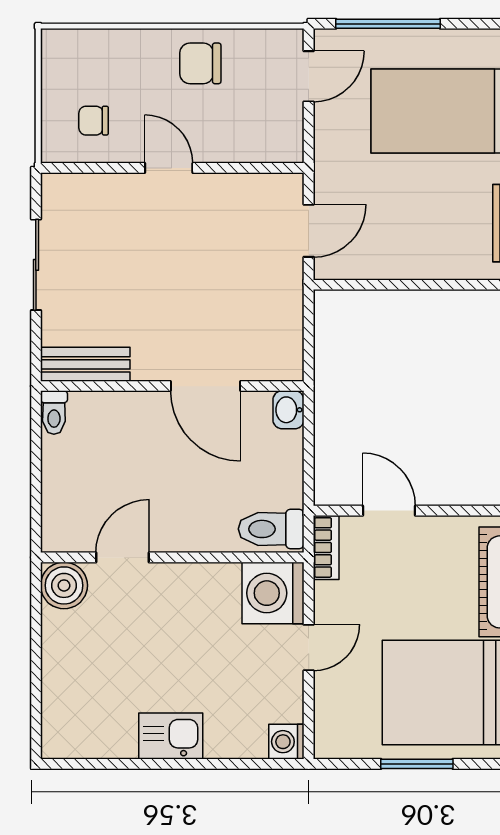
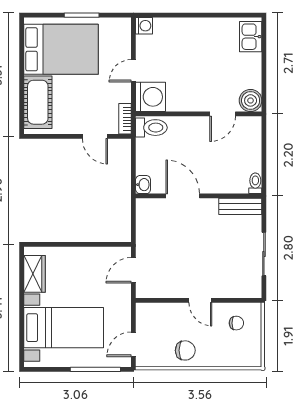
kitchen sink: (171, 736) -> (251, 37), moved, turned 90

